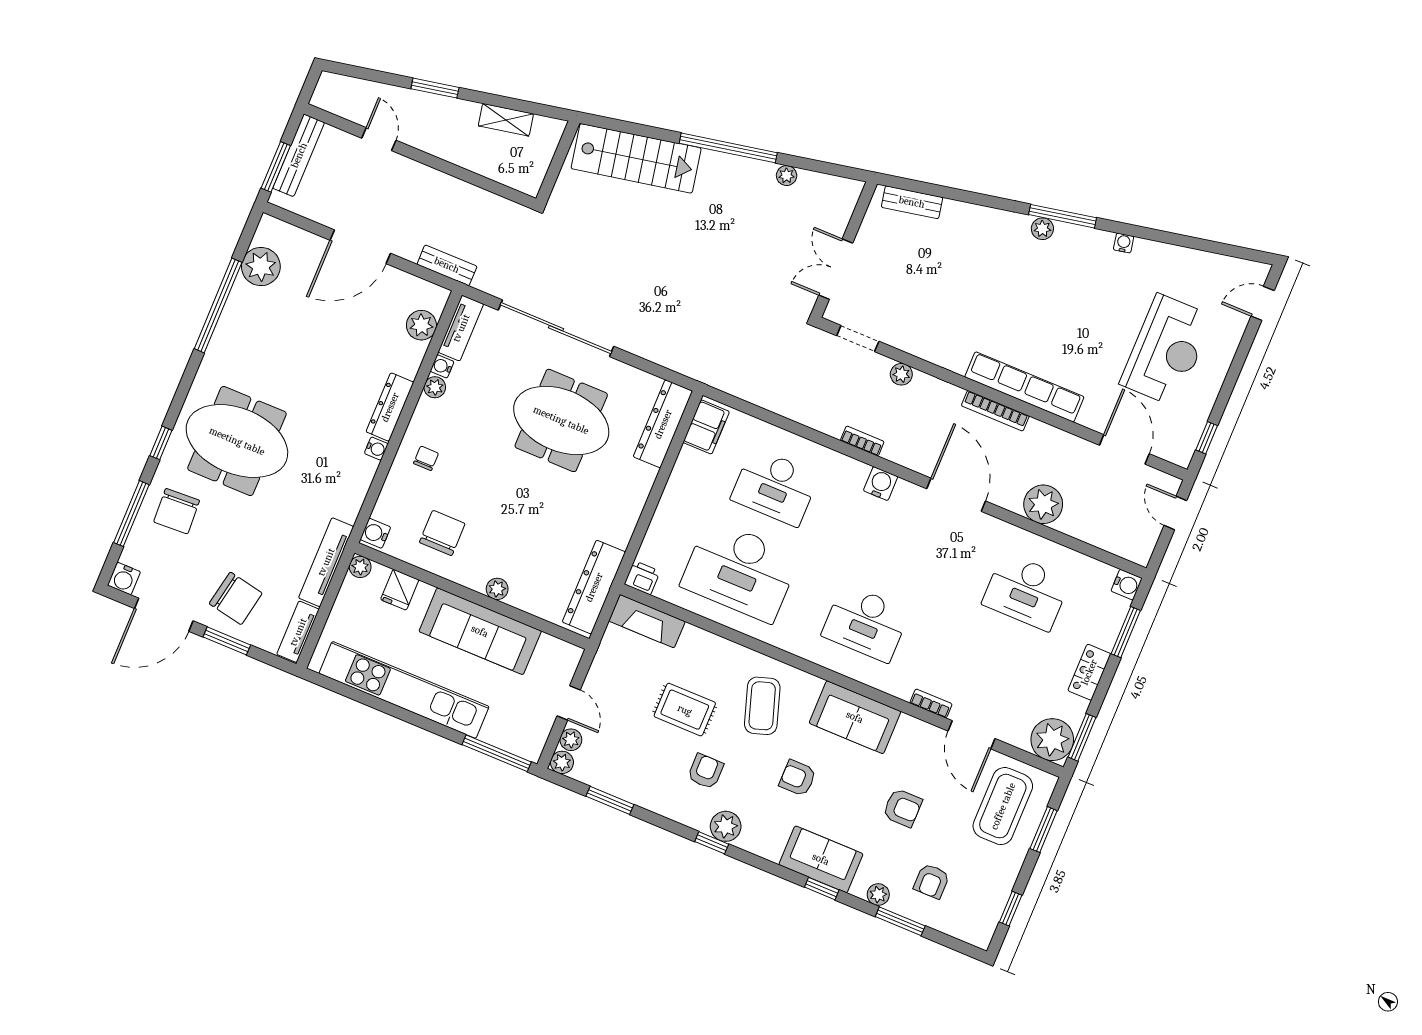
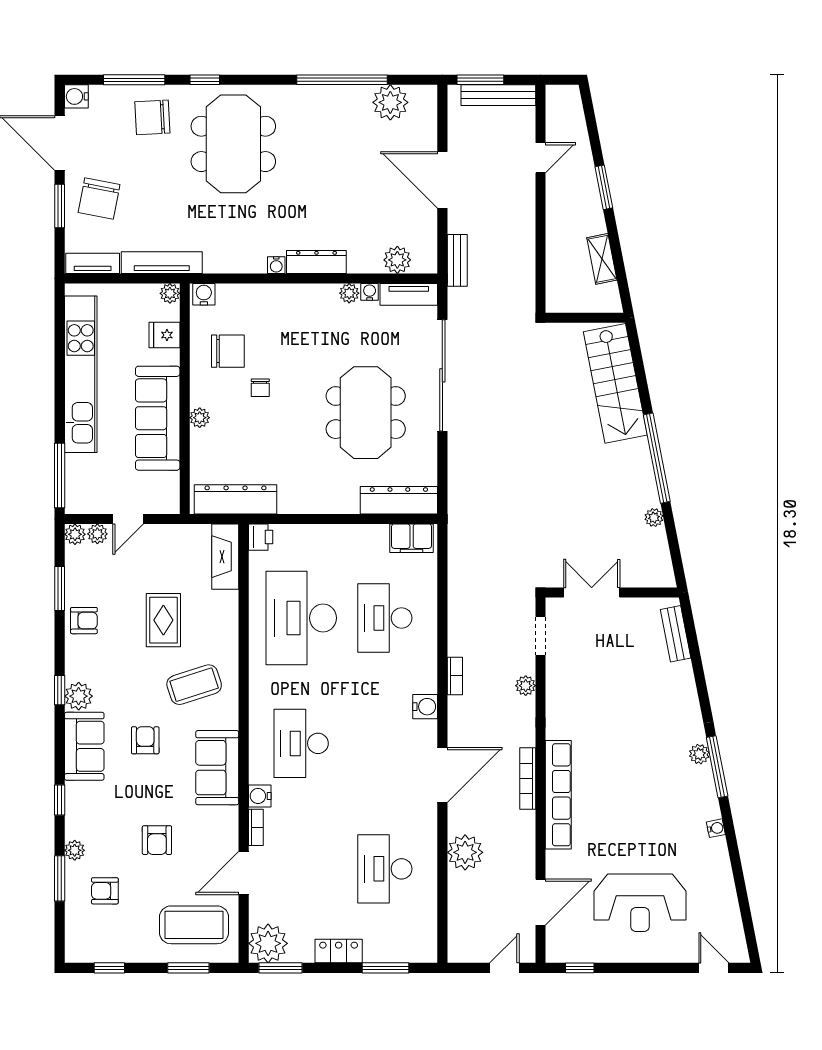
chair: (426, 458) -> (260, 388), moved, turned 90
water cooler: (1127, 585) -> (260, 796), moved, turned 90
armchair: (705, 771) -> (84, 621), moved
sofa: (821, 859) -> (84, 746), moved

